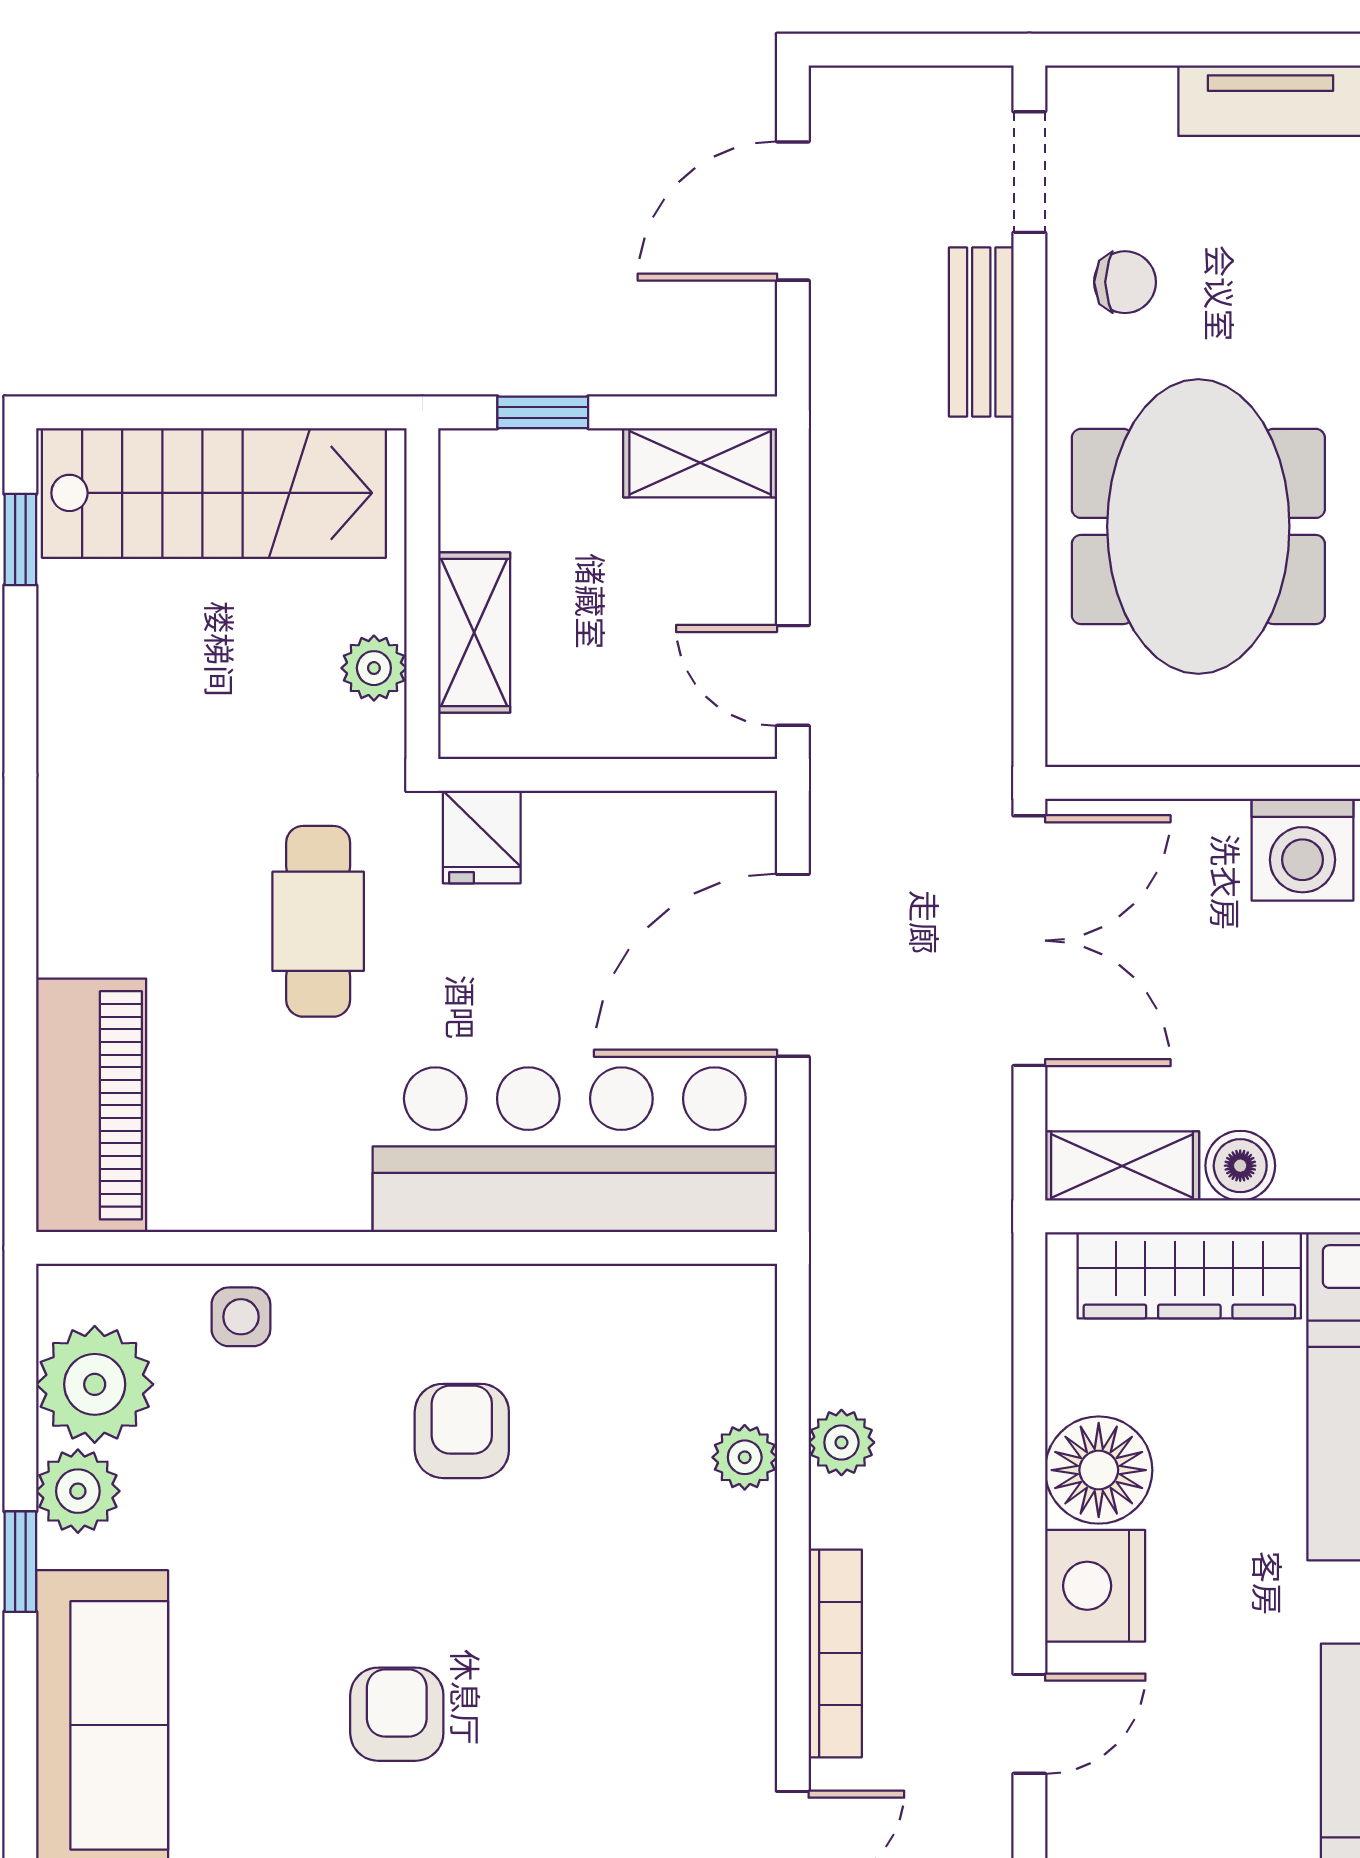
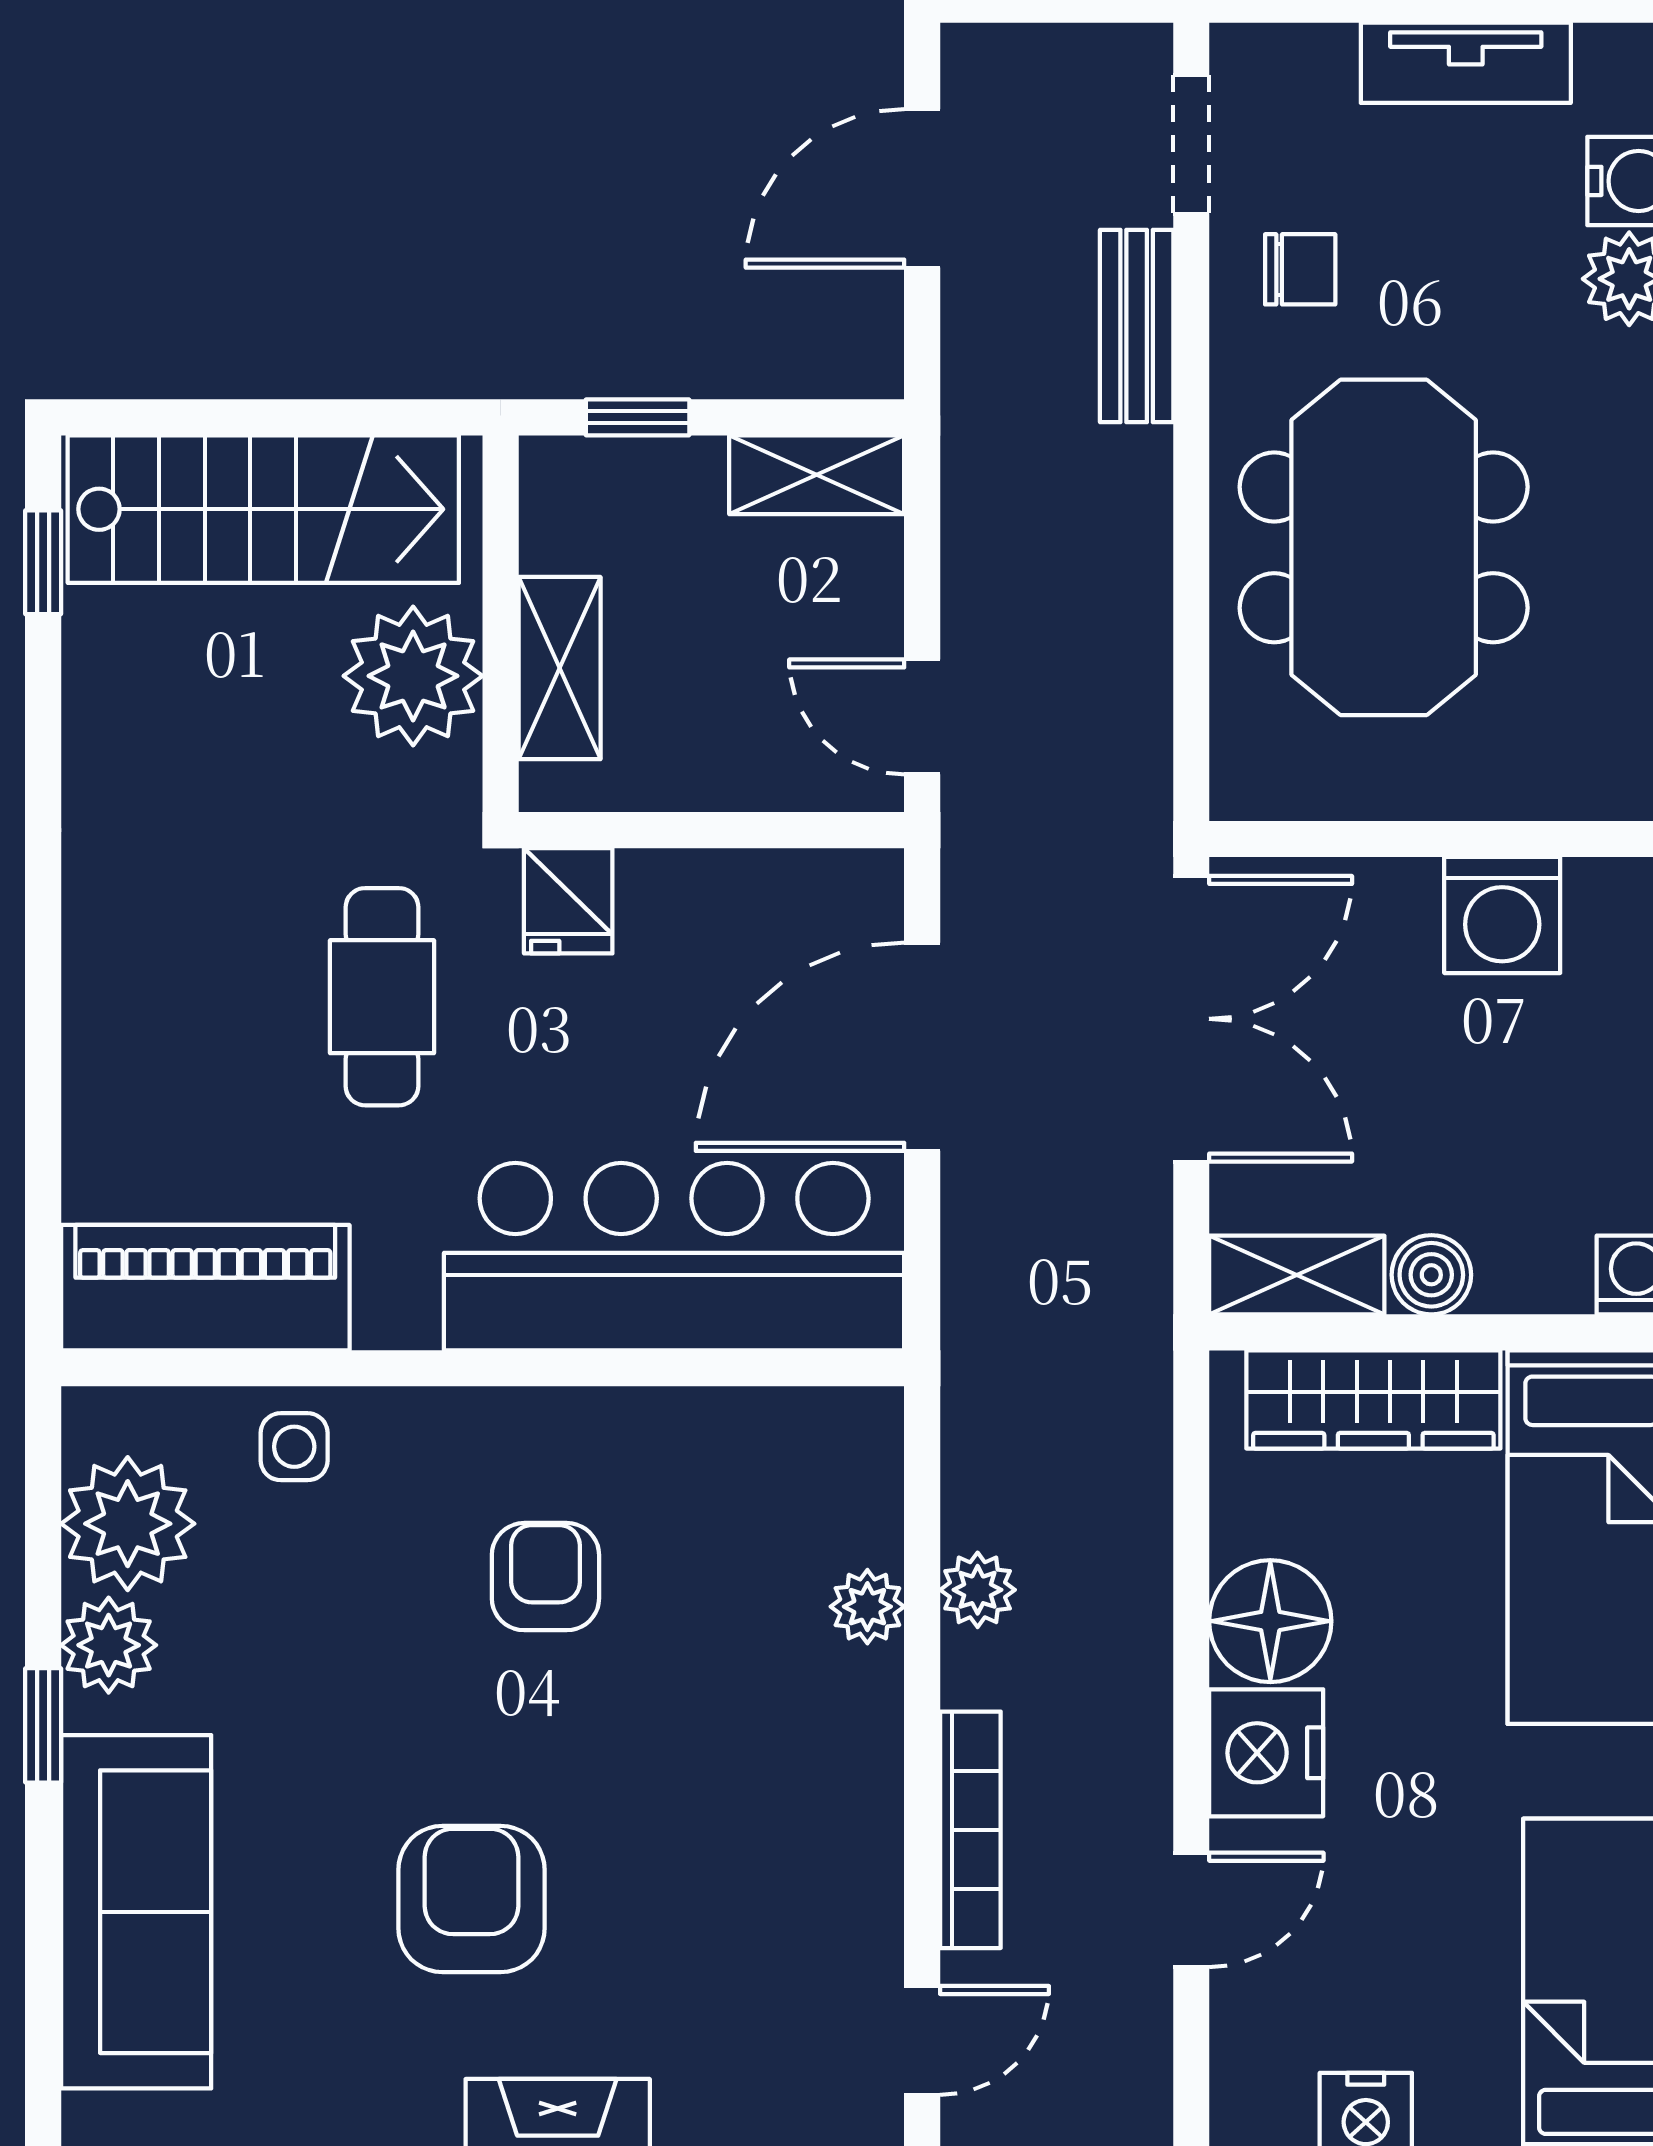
plant: (374, 668) -> (413, 676), width x1.88, depth x1.88
piano: (91, 1105) -> (205, 1288), moved, turned -90
armchair: (397, 1714) -> (472, 1899), width x1.38, depth x1.38

